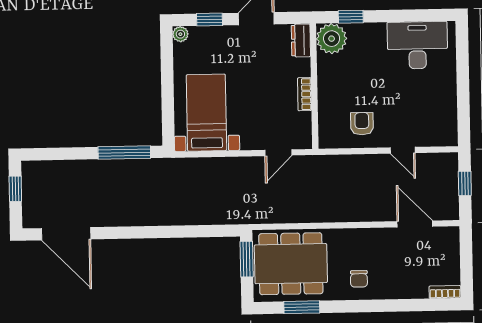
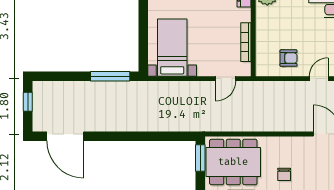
bookcase: (305, 94) -> (246, 42), width x1.56
armchair: (362, 124) -> (289, 58), turned 90
door: (403, 150) -> (319, 79), swing flipped

